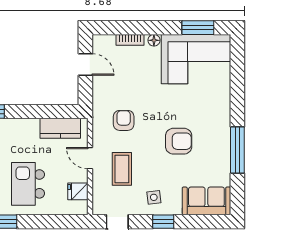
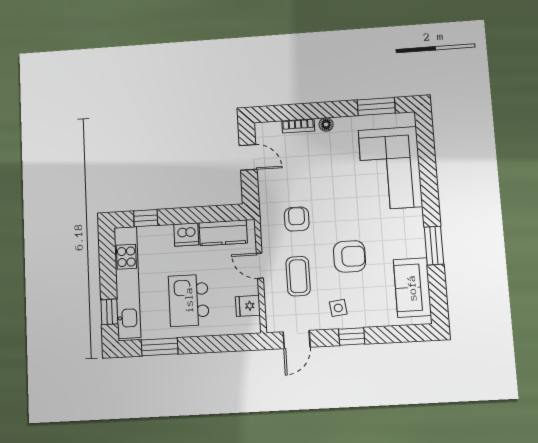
corner sofa: (196, 59) -> (390, 168), moved, turned 90
dishwasher: (29, 128) -> (186, 235), added
armchair: (179, 141) -> (350, 256), moved
window: (237, 150) -> (434, 246), width x0.69
sofa: (206, 201) -> (412, 288), moved, turned -90

